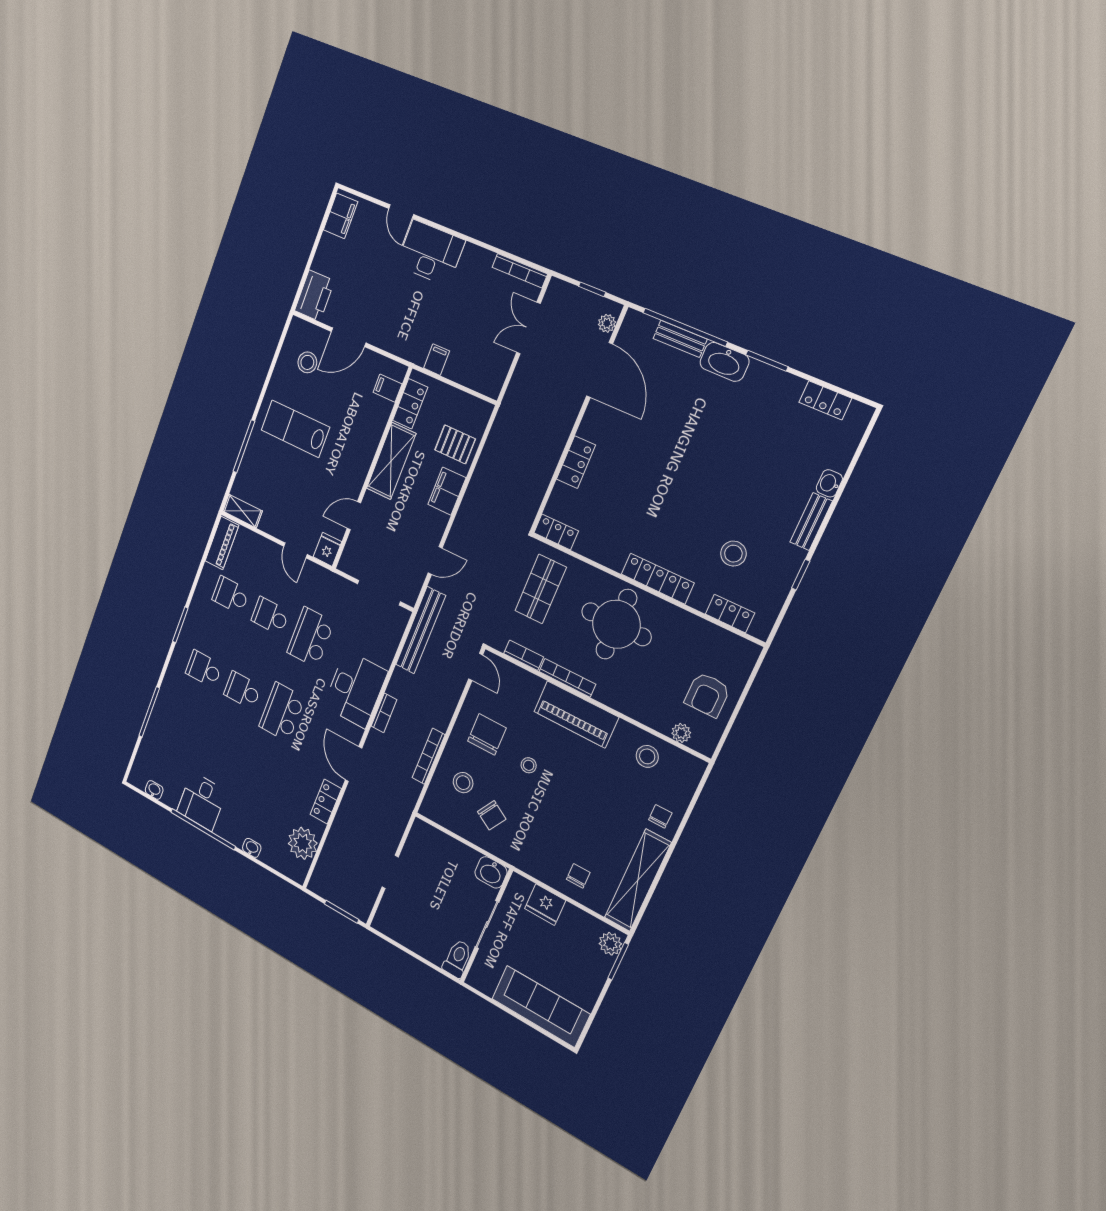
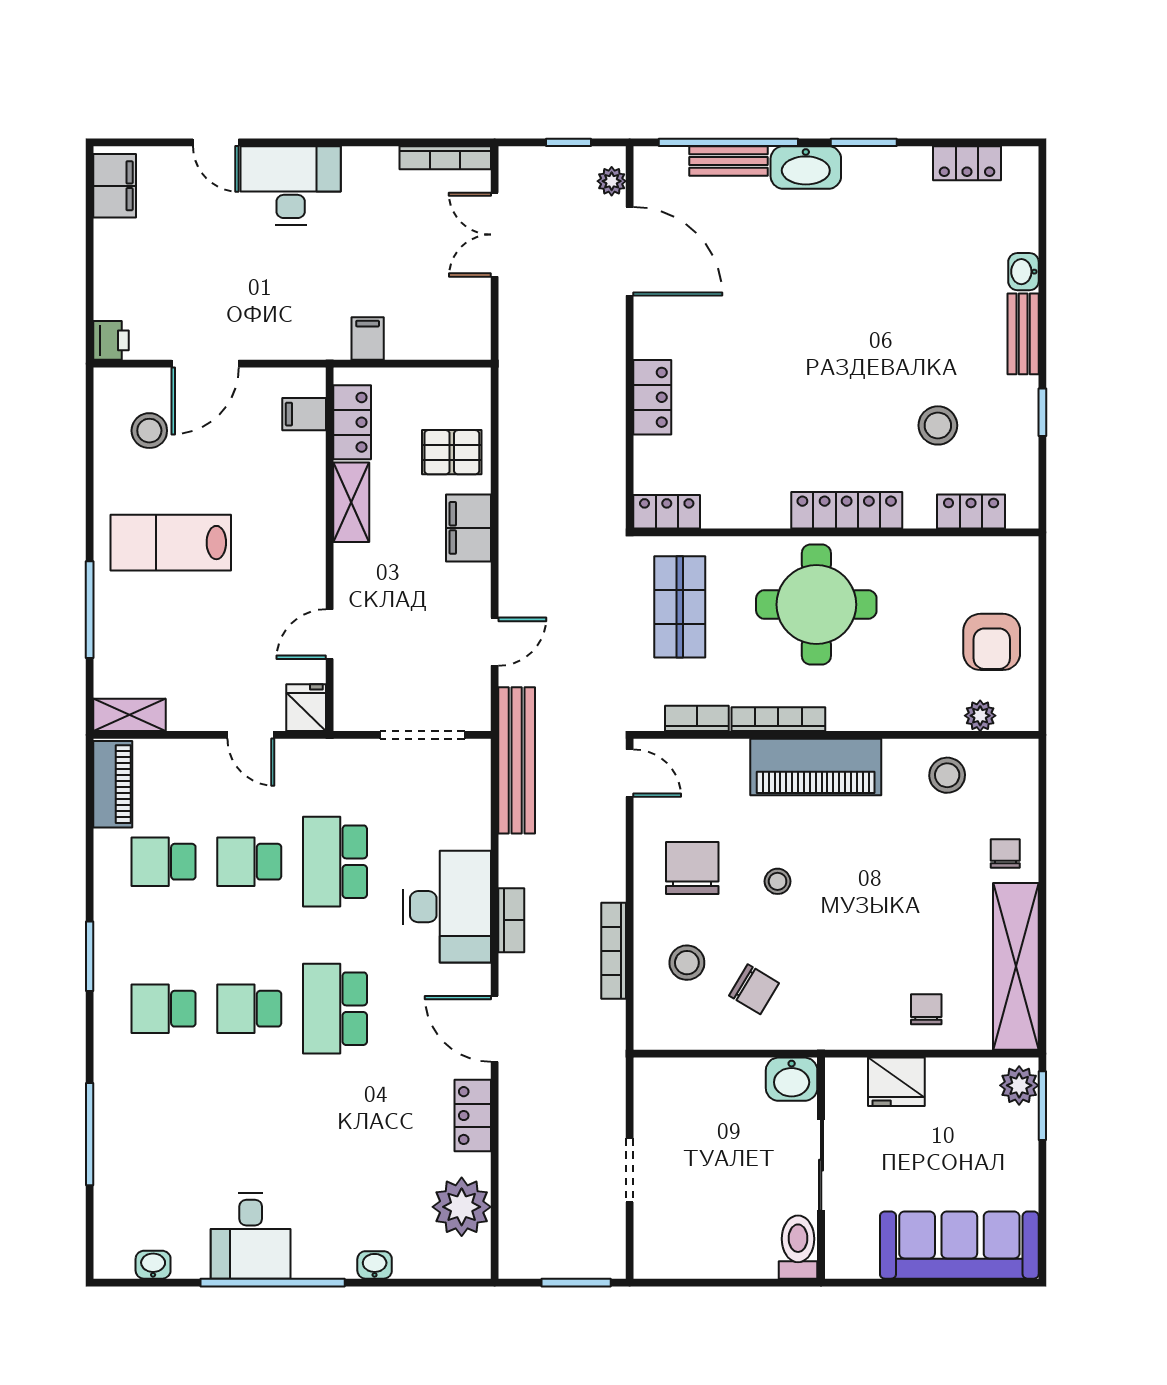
printer: (314, 296) -> (111, 340), width x0.53, depth x0.68
shelving: (391, 461) -> (351, 502), width x0.67, depth x0.75

